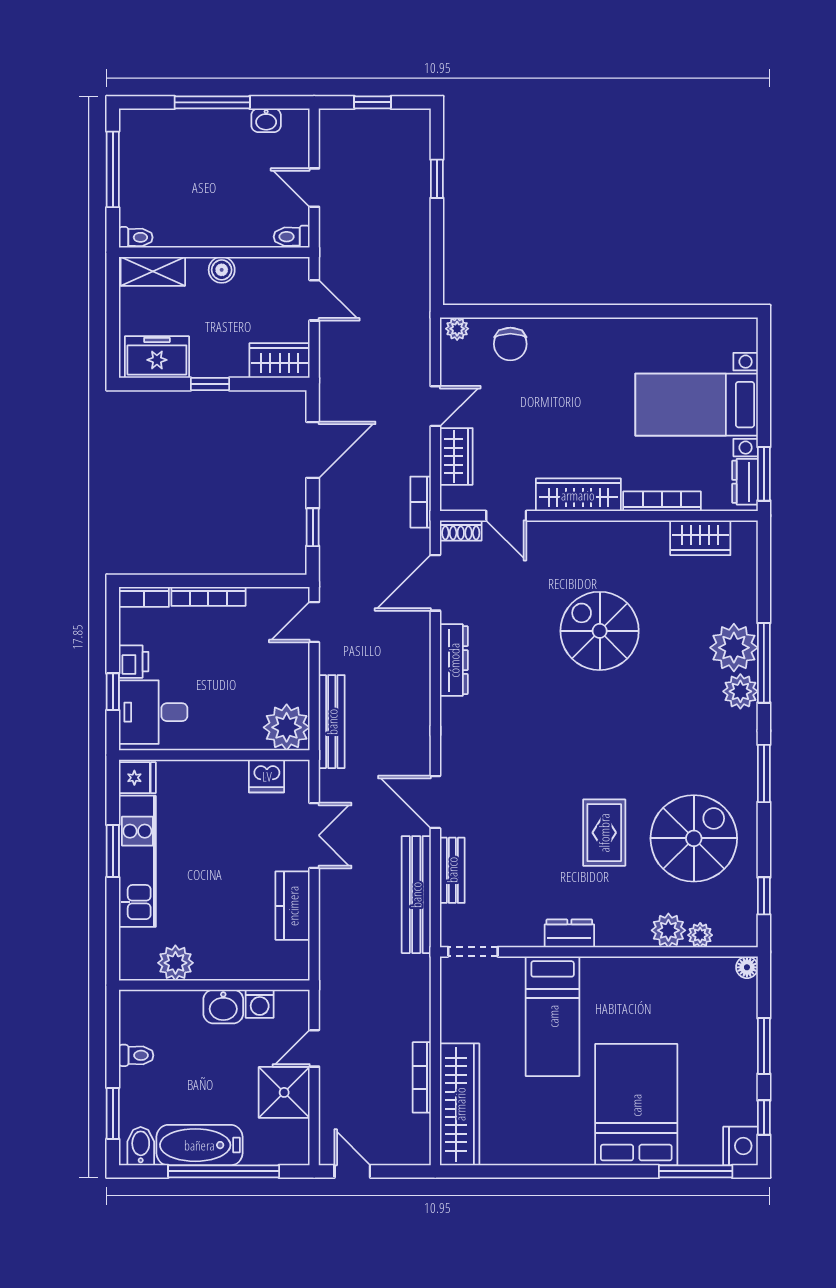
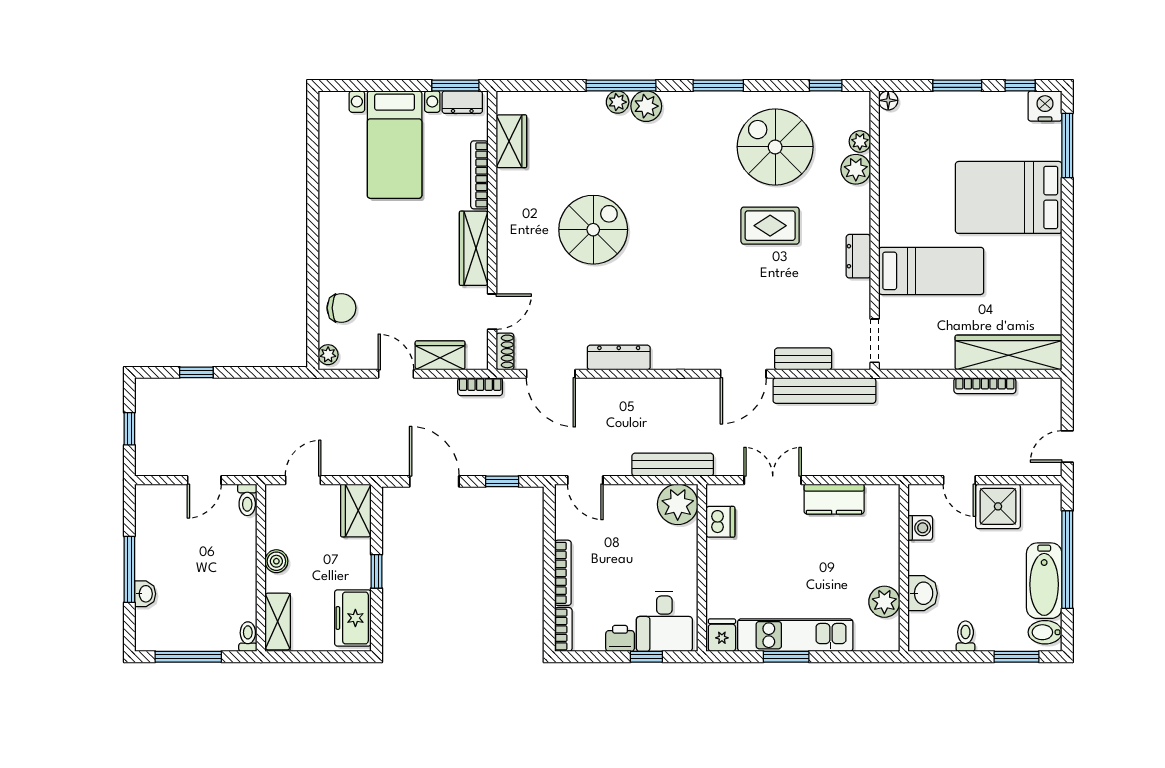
washbasin: (266, 120) -> (145, 594), moved
spiral stairs: (600, 631) -> (593, 230), turned 180
plant: (734, 648) -> (618, 102), width x0.53, depth x0.53
washbasin: (223, 1007) -> (923, 593), moved

